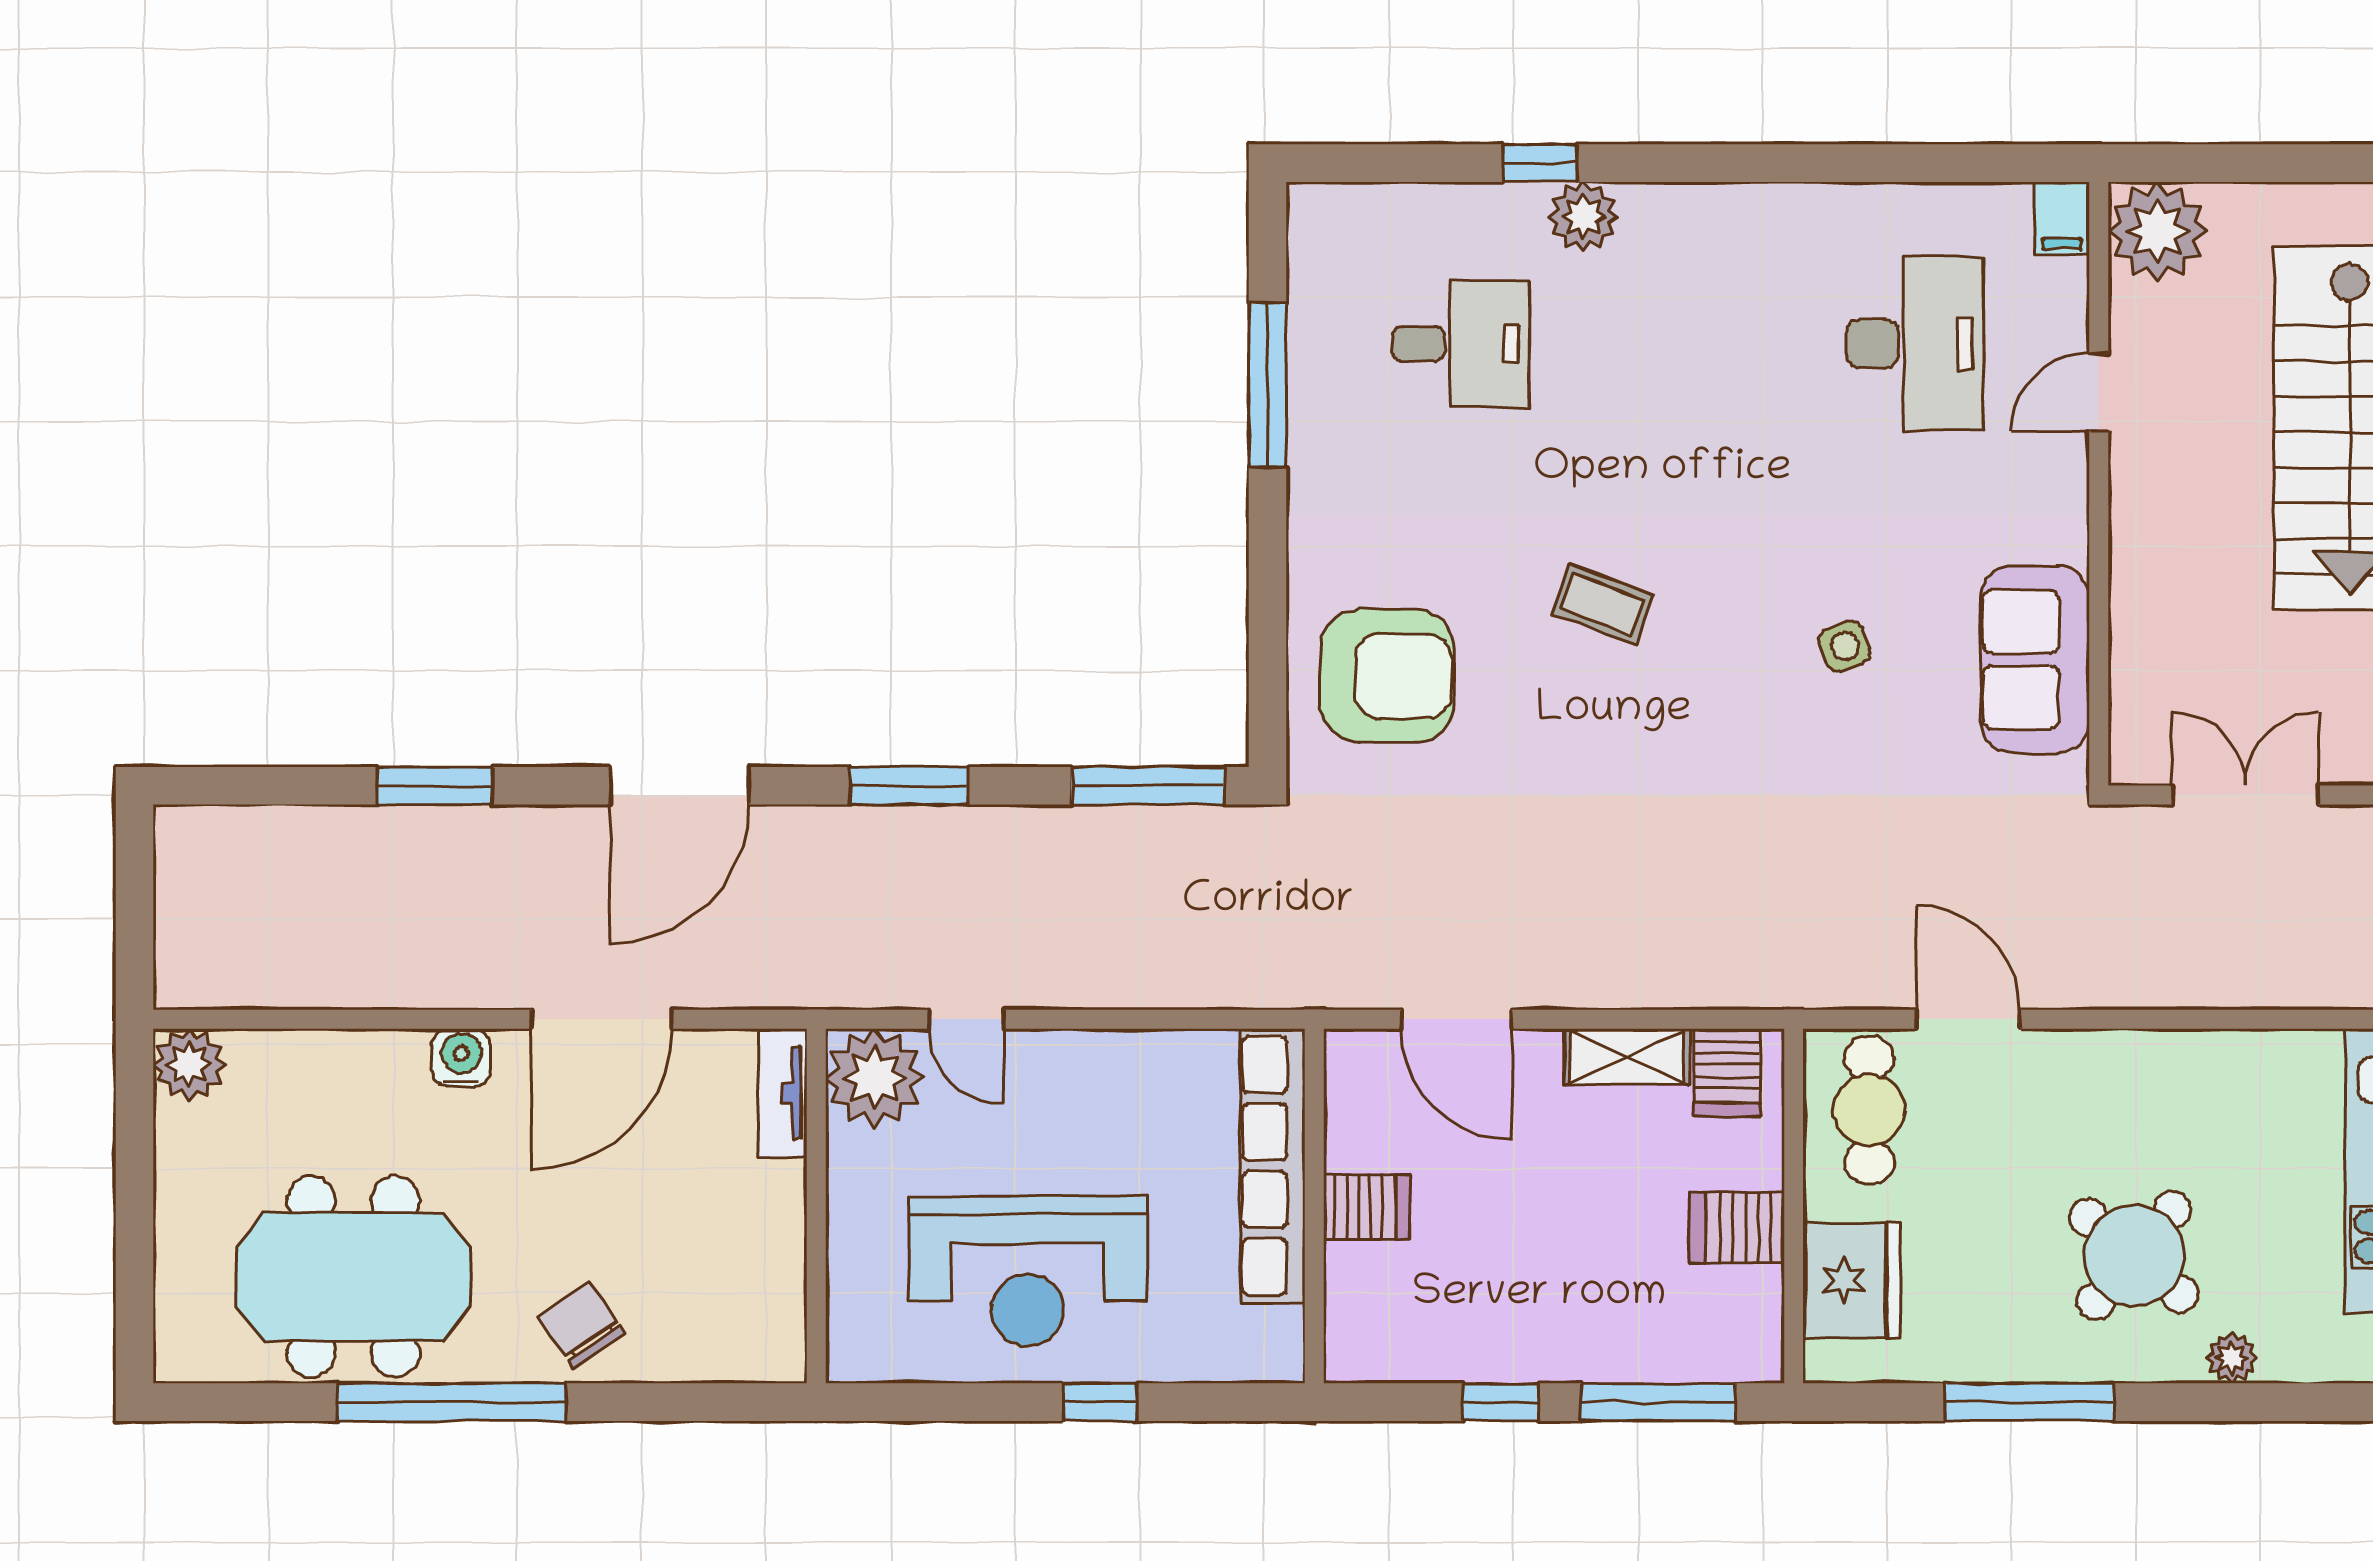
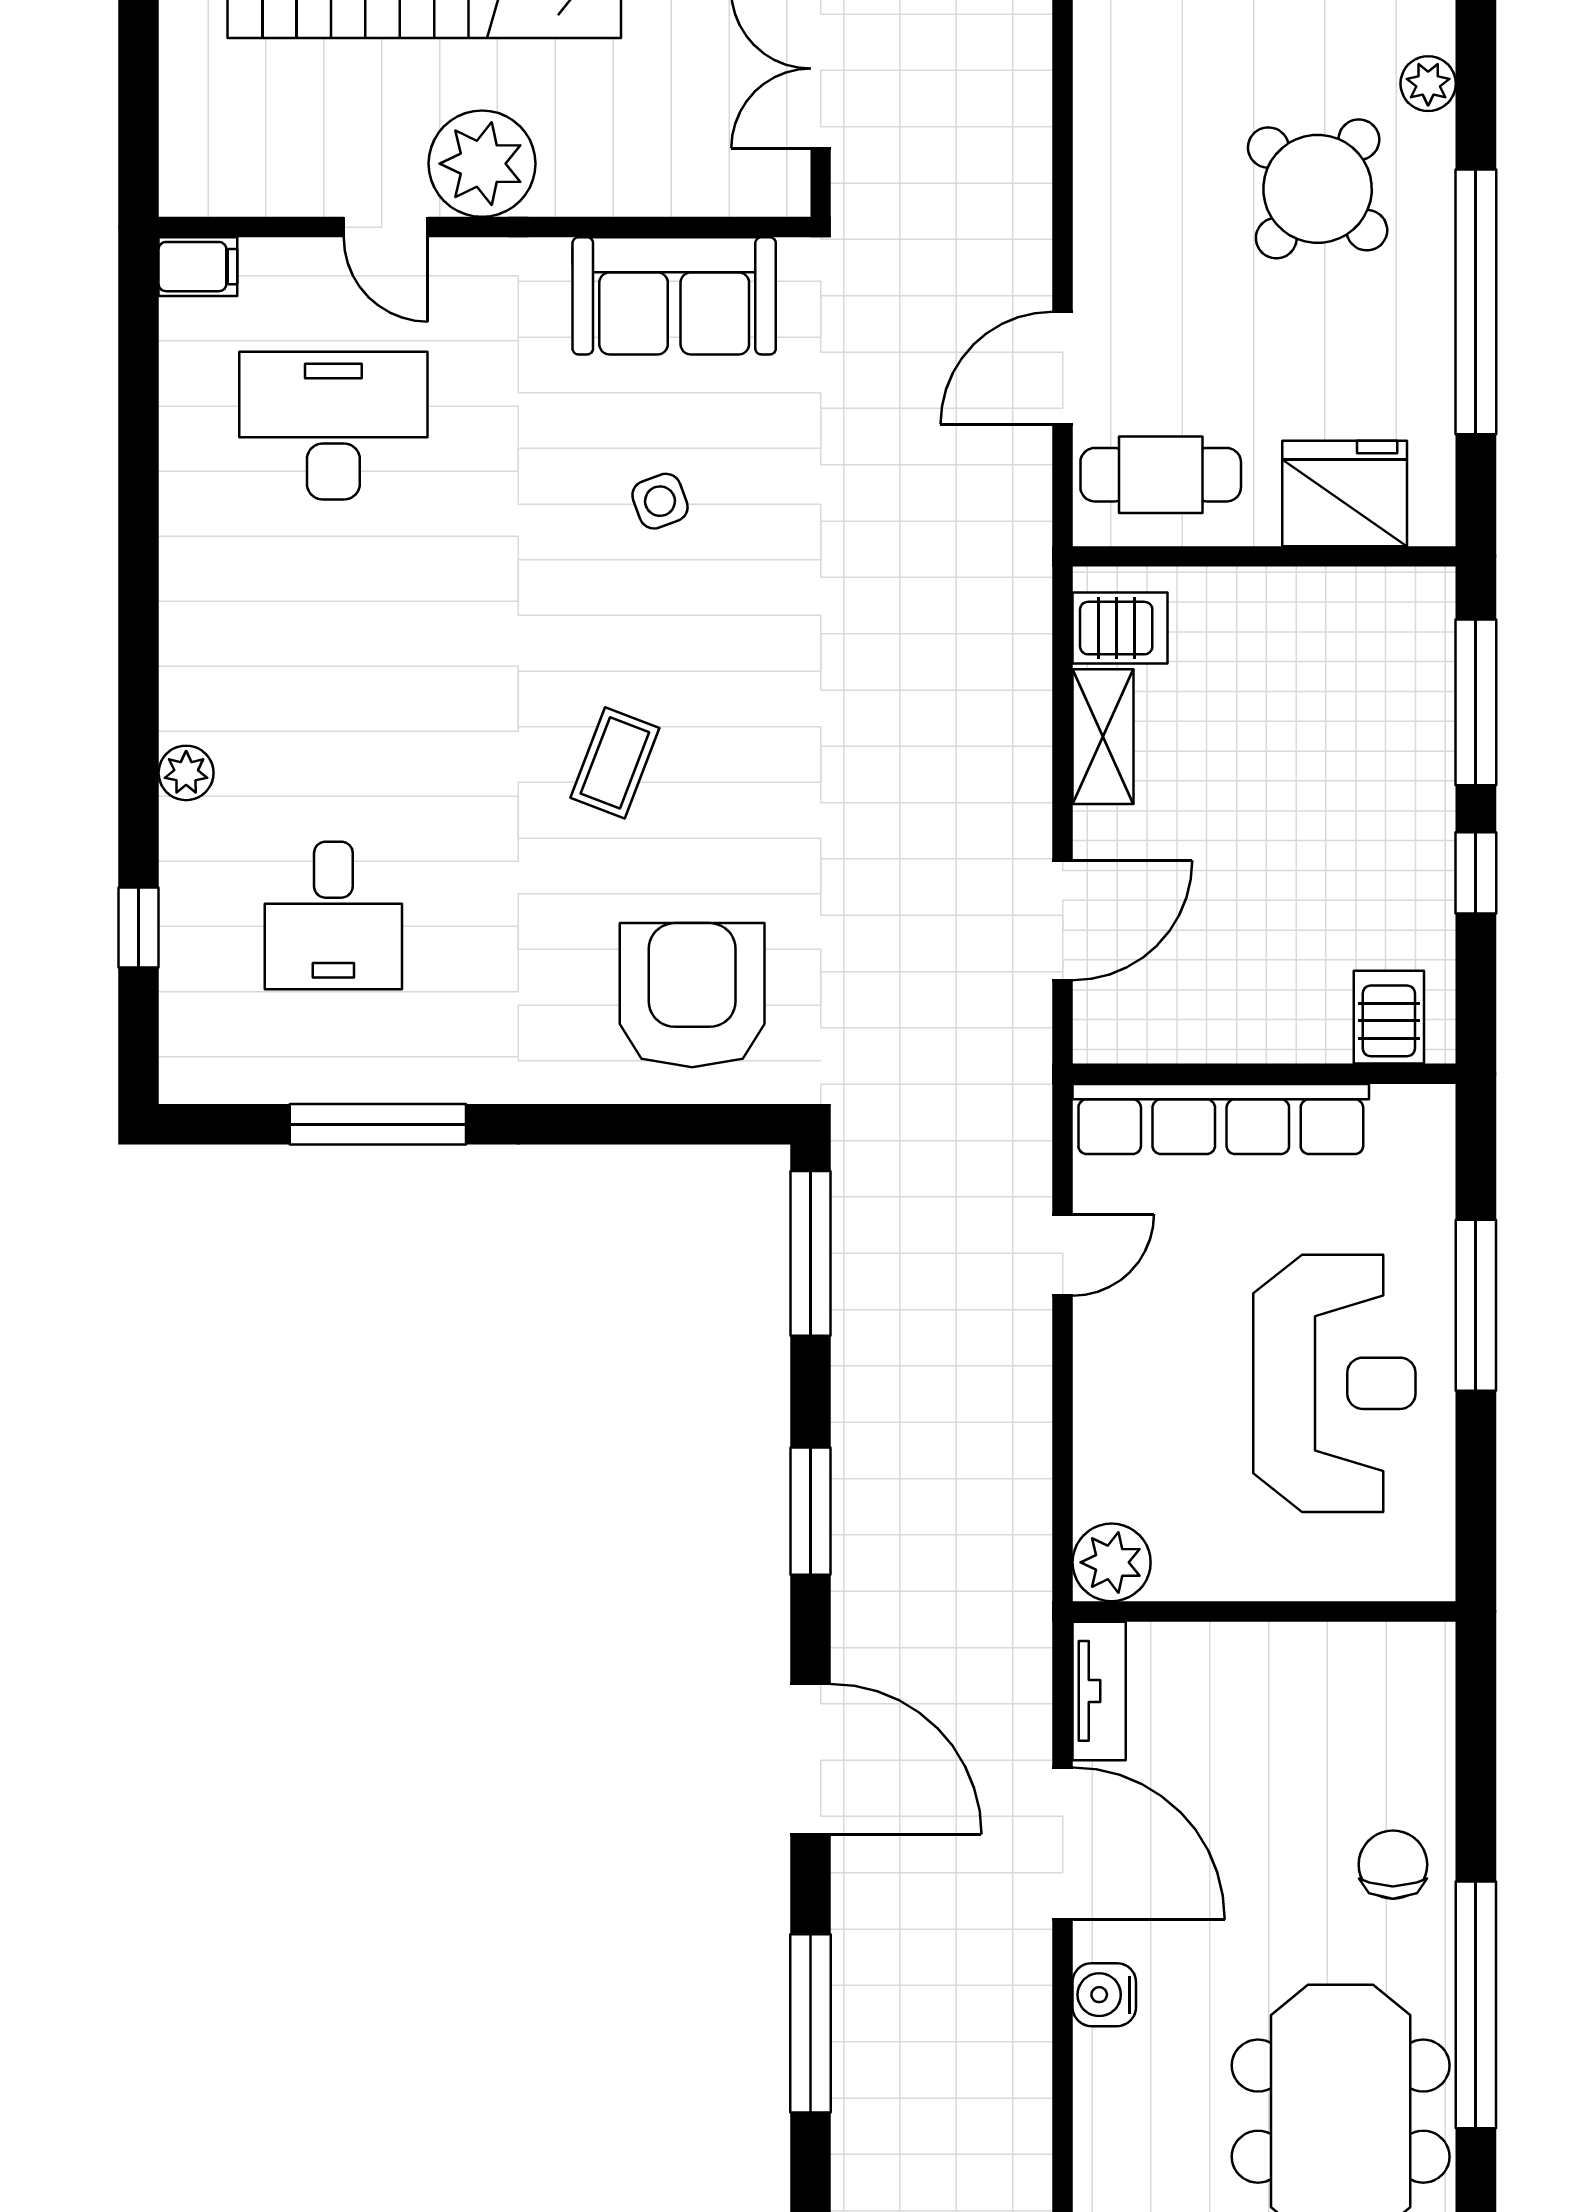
window: (1540, 163) -> (139, 928), moved
plant: (1584, 217) -> (186, 773), width x0.73, depth x0.73
plant: (2157, 231) -> (482, 164), moved
desk: (1461, 344) -> (333, 916), turned 180
window: (435, 786) -> (811, 2023), width x1.44
door: (966, 1019) -> (1063, 1255), moved
plant: (875, 1078) -> (1112, 1562), width x0.73, depth x0.73
tv unit: (782, 1093) -> (1099, 1691), moved, turned -90
server rack: (1367, 1207) -> (1389, 1017), moved
server rack: (1737, 1228) -> (1288, 617), removed
chair: (582, 1325) -> (1393, 1865), turned 124
window: (1100, 1402) -> (1476, 1305), width x2.17
window: (2029, 1402) -> (1476, 302), width x1.46

